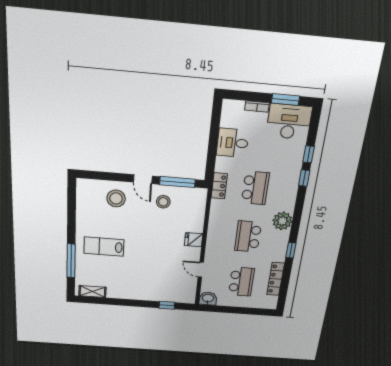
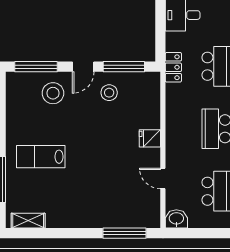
window: (102, 176) -> (36, 67), added
door: (143, 179) -> (83, 67), hinge flipped
window: (167, 305) -> (124, 233), width x2.17

